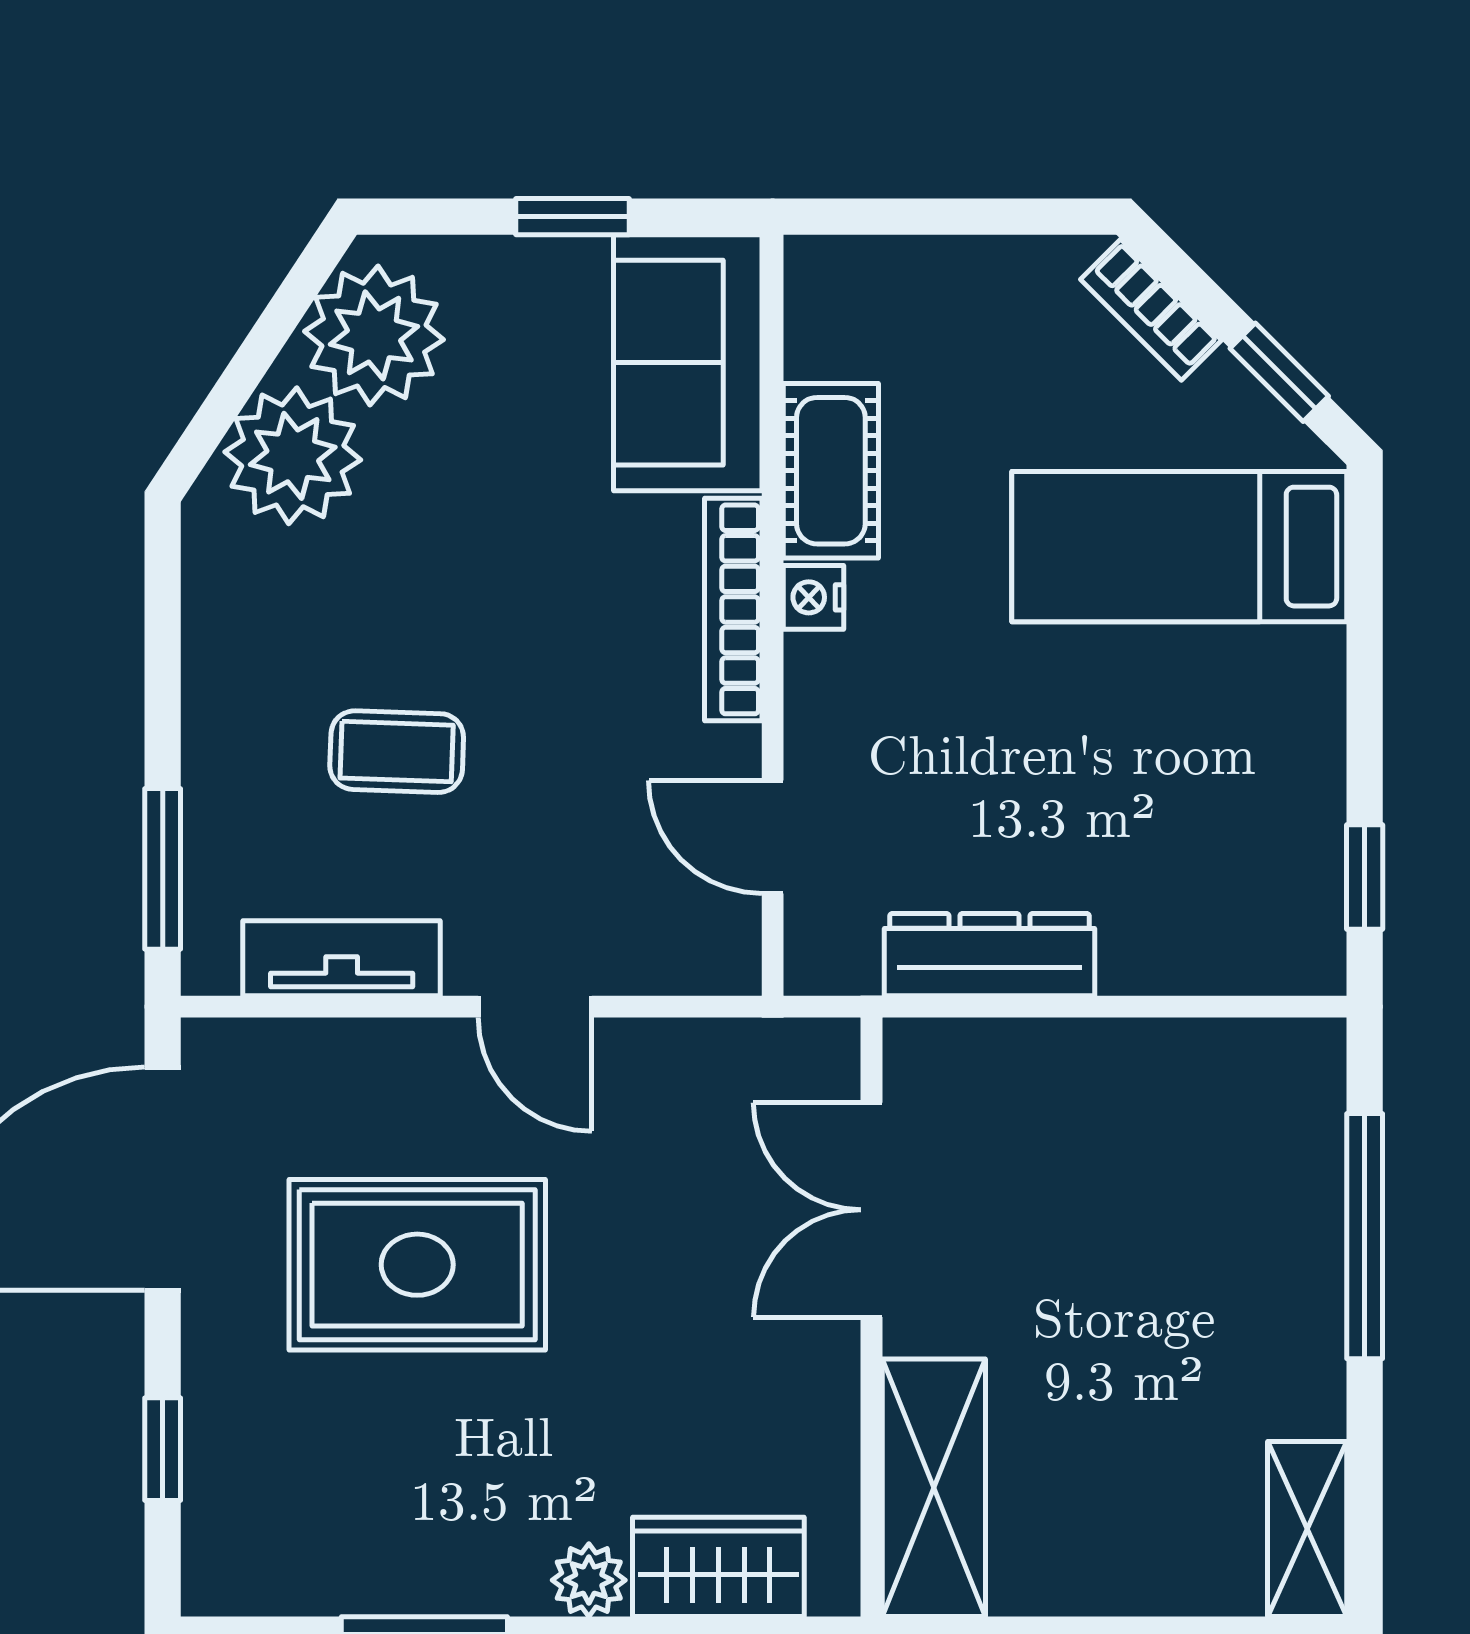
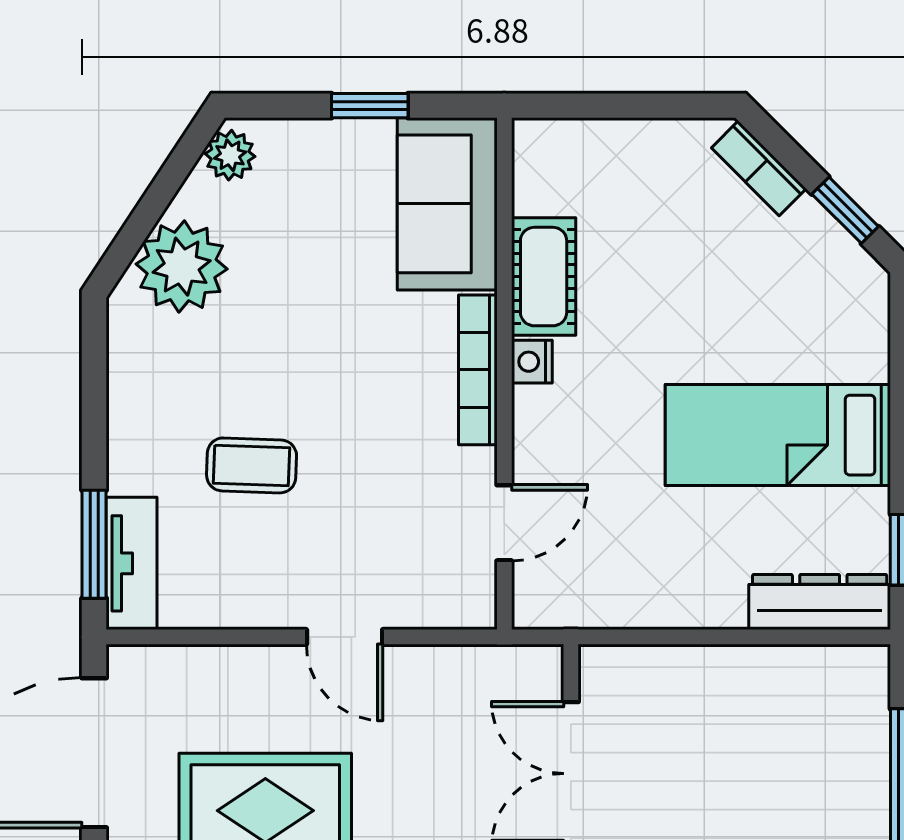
plant: (374, 335) -> (230, 155), width x0.53, depth x0.53
bed: (1179, 547) -> (778, 435), moved
door: (773, 837) -> (504, 523), swing flipped
dresser: (990, 955) -> (820, 602), moved
tv unit: (342, 958) -> (131, 563), moved, turned 90

